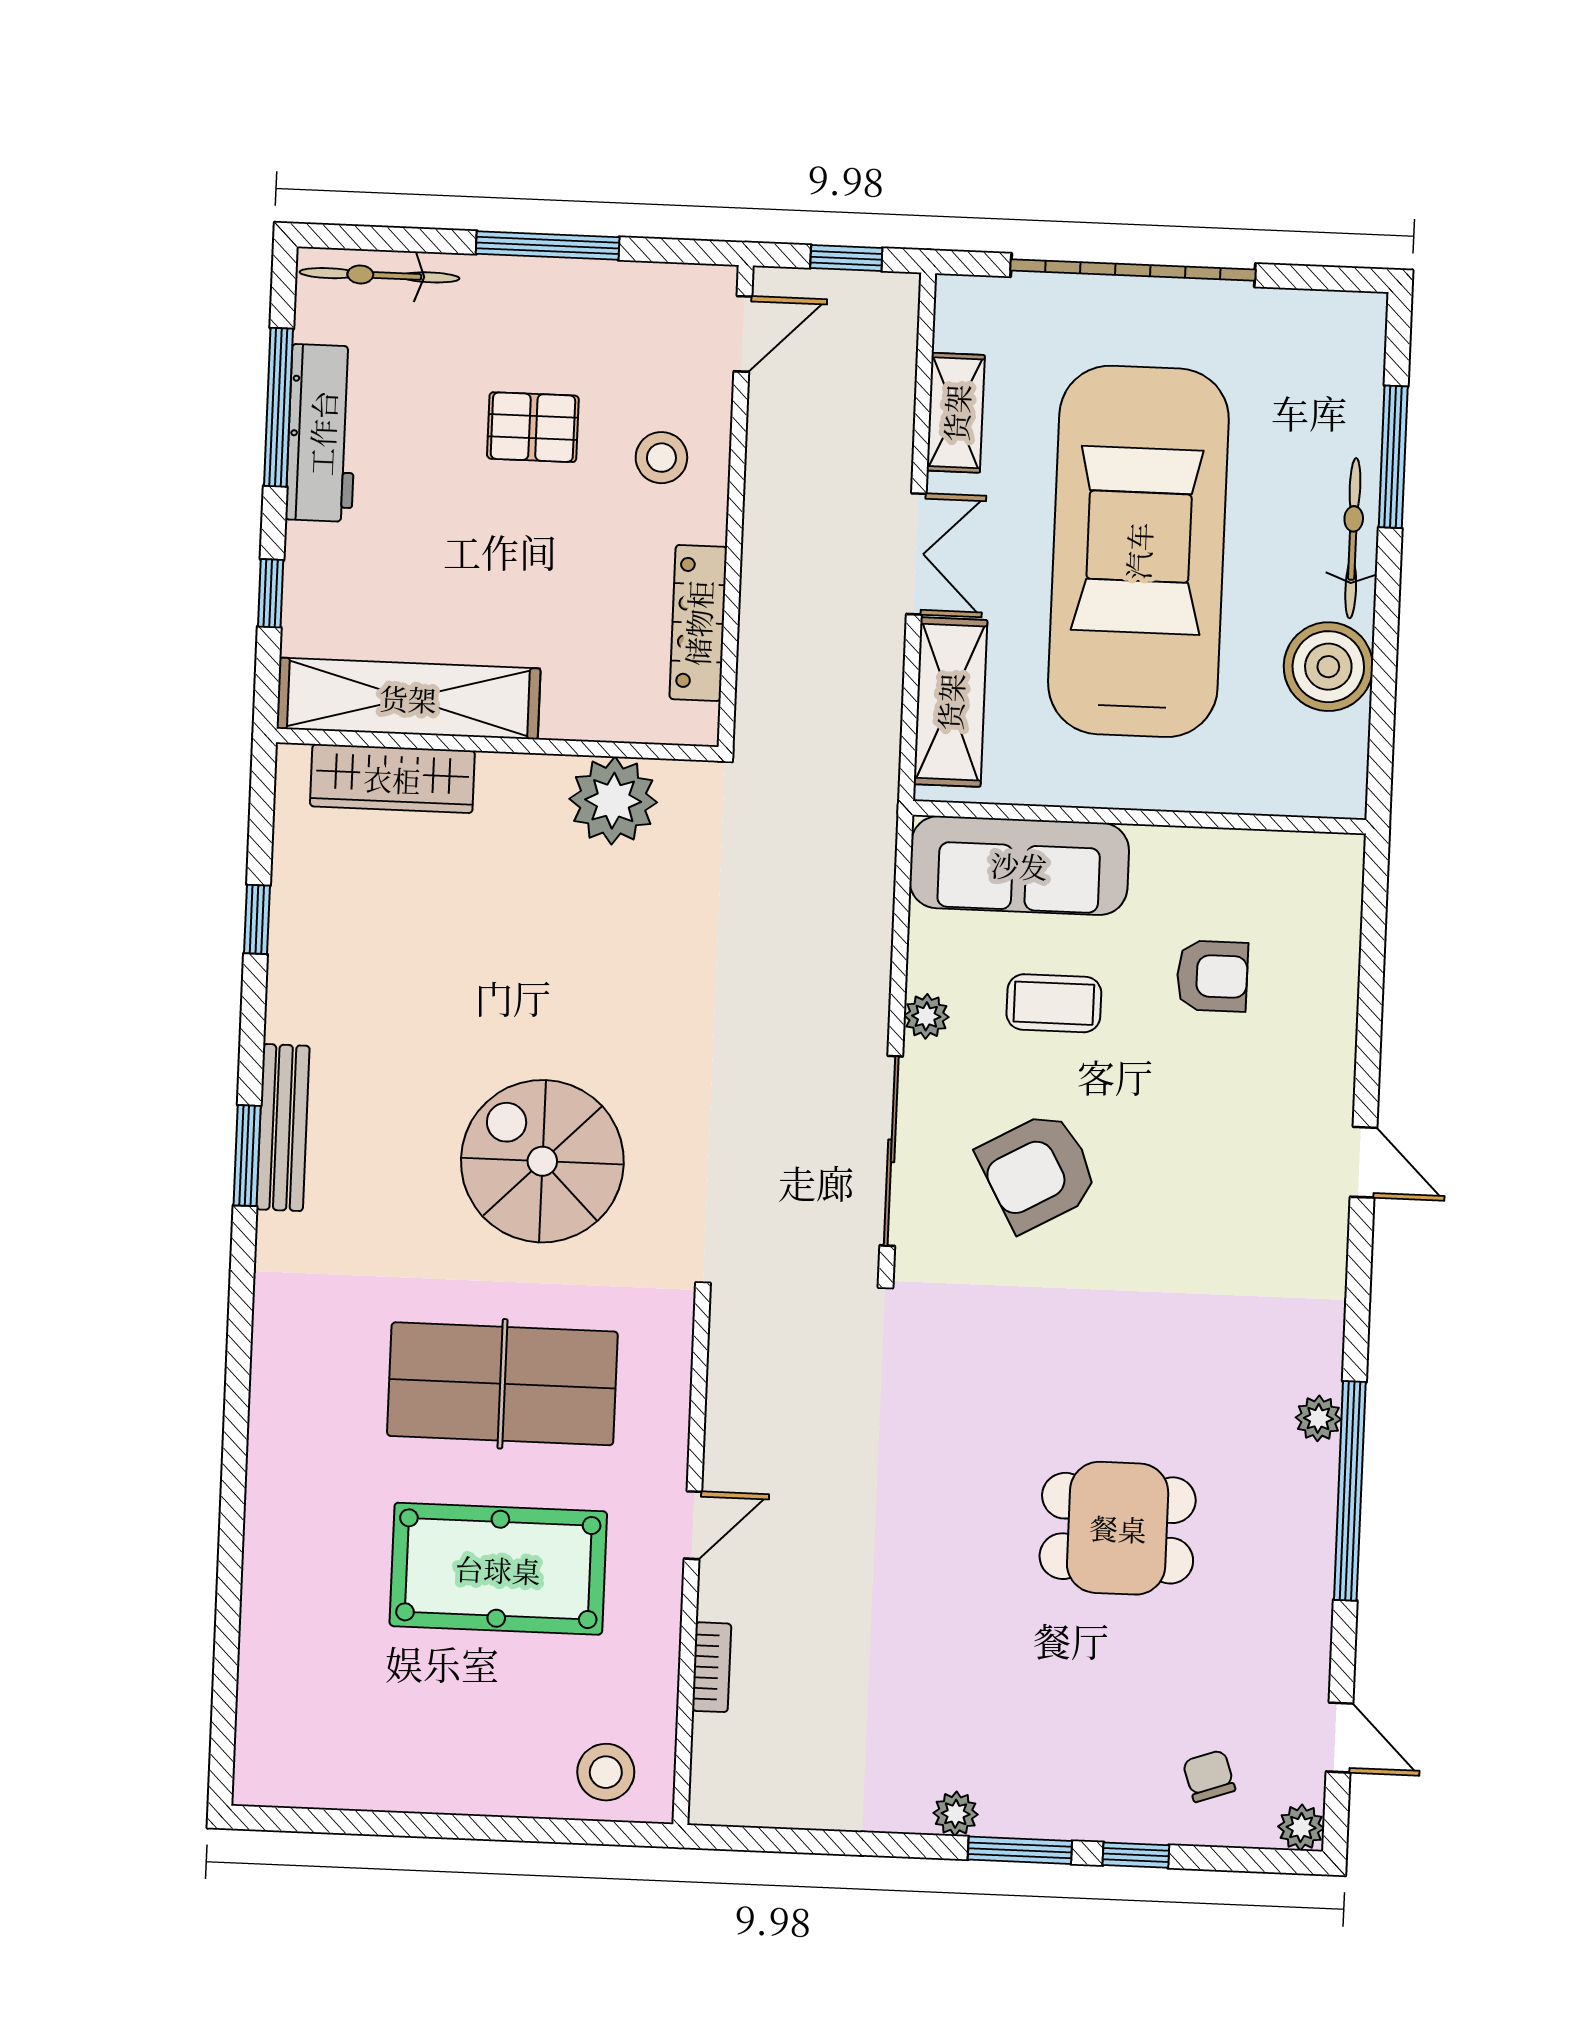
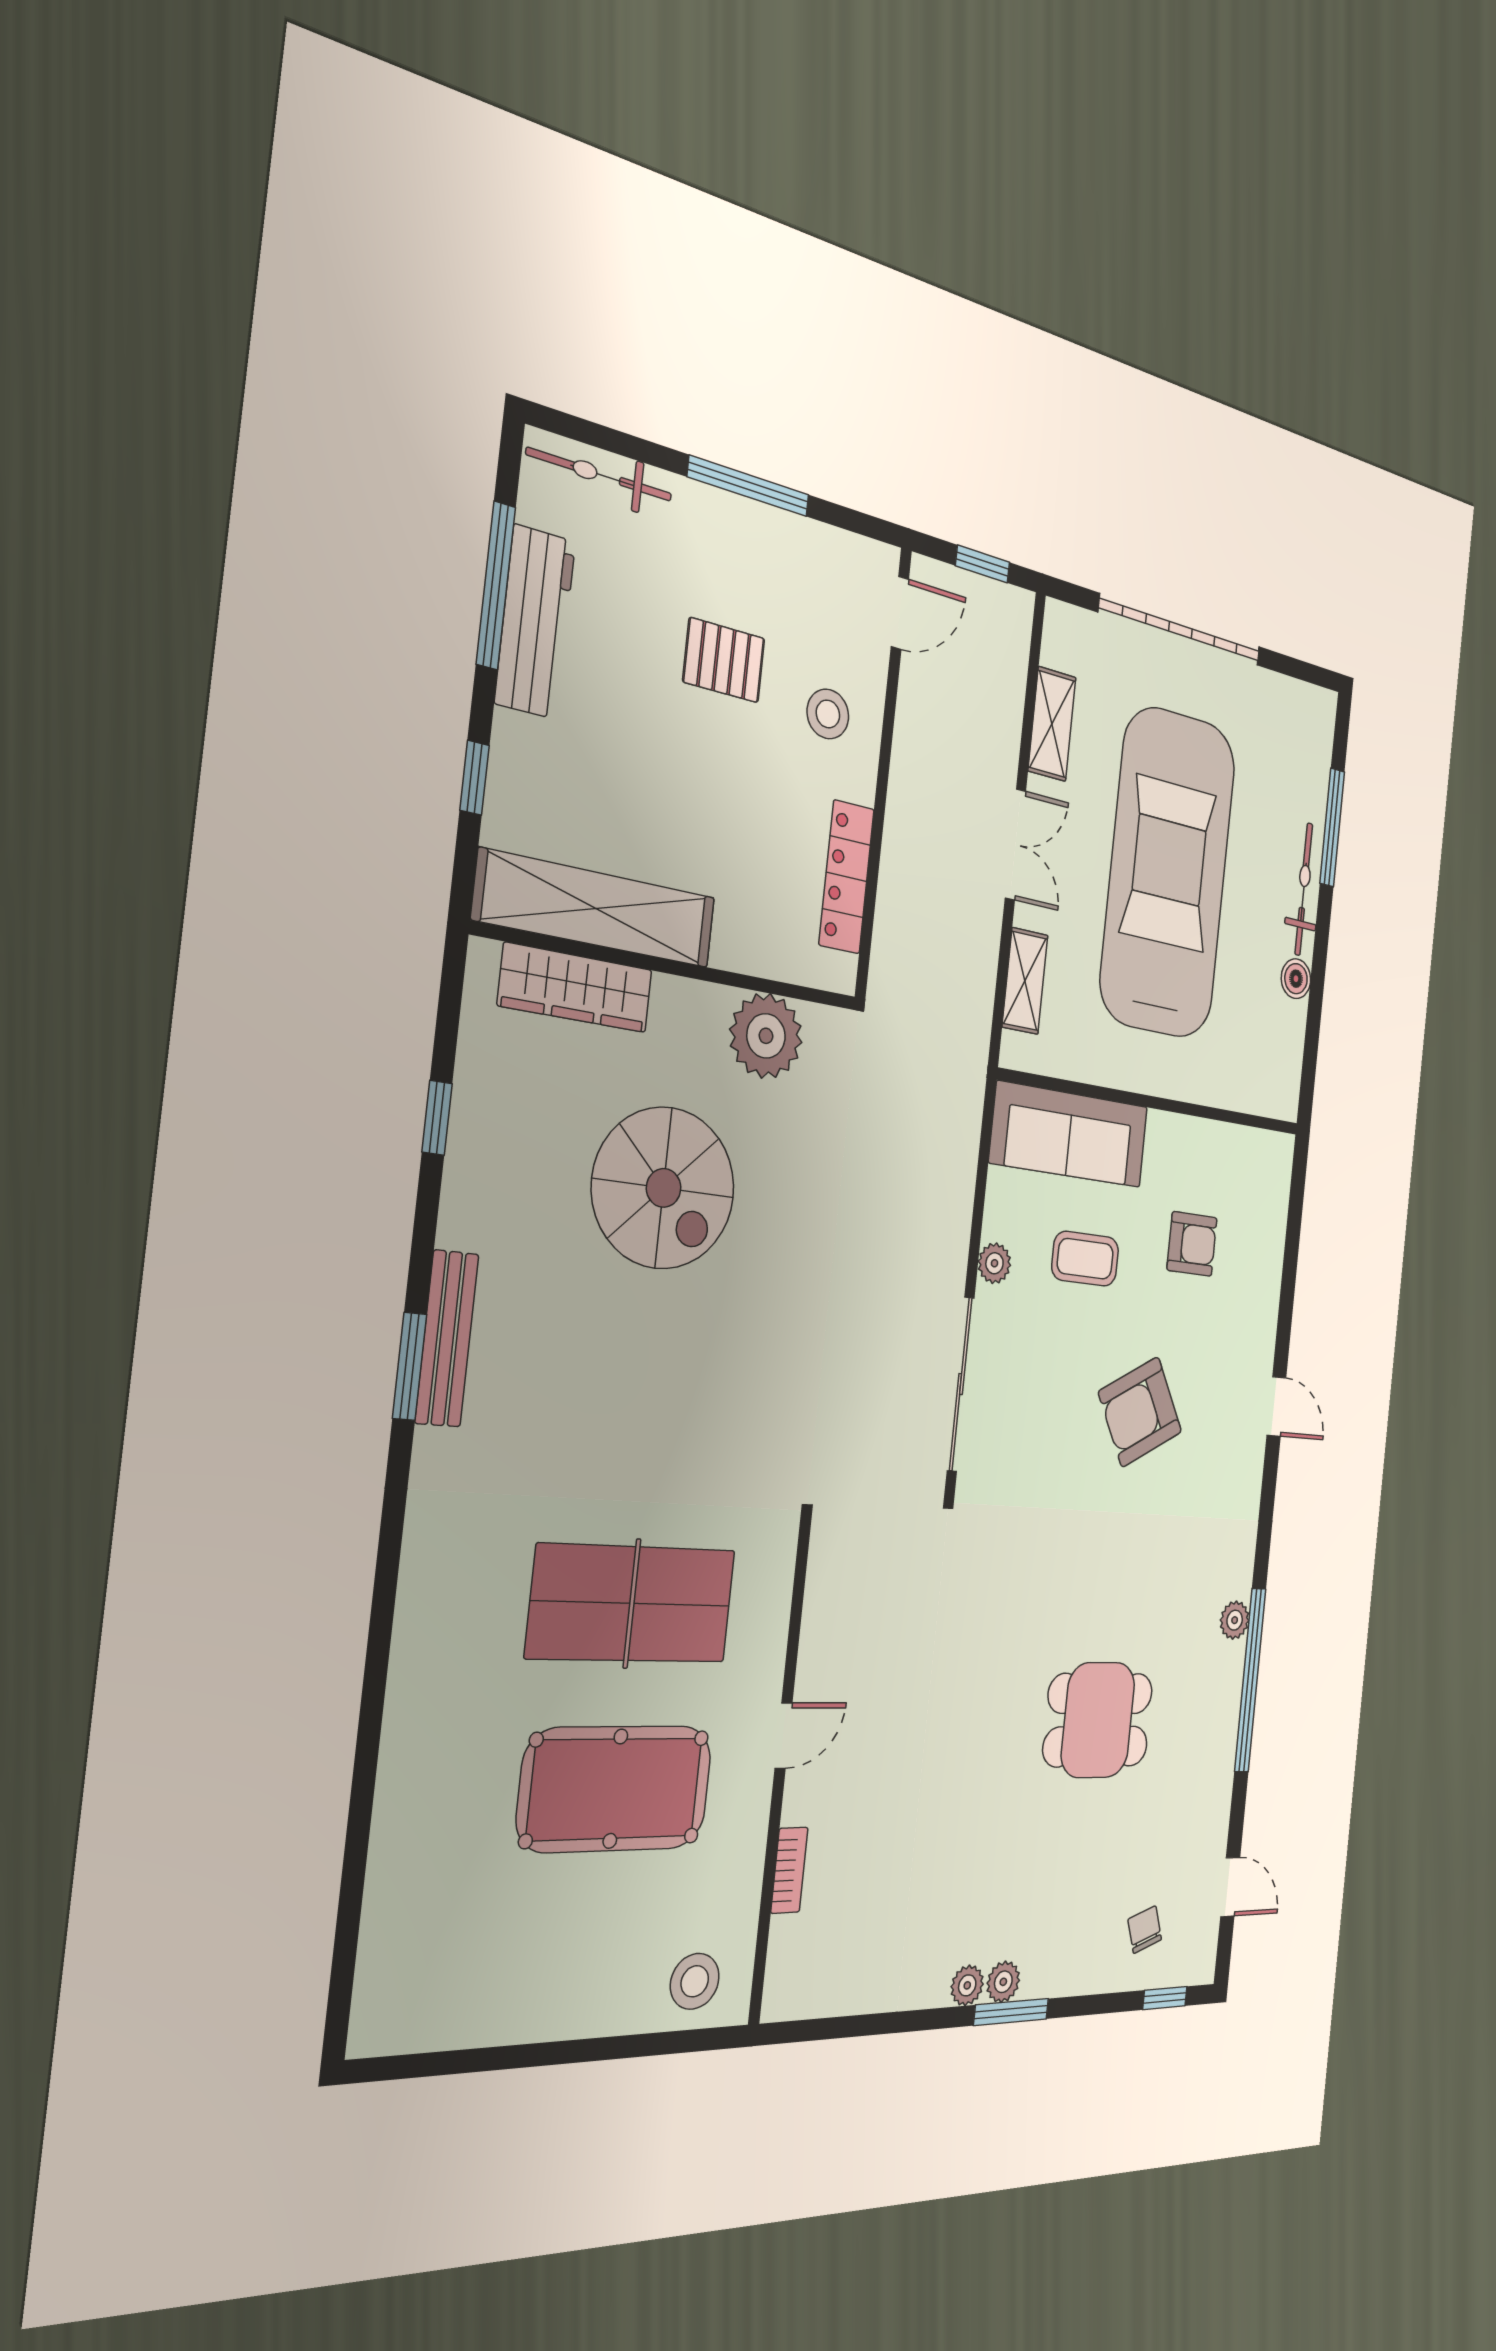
boiler: (1328, 667) -> (1296, 979), width x0.54, depth x0.54
shelving: (950, 702) -> (1025, 981), width x0.67, depth x0.75
spiral stairs: (542, 1161) -> (664, 1188), moved, turned 180
armchair: (1038, 1171) -> (1140, 1412), moved
plant: (1301, 1827) -> (1003, 1982), moved
window: (1136, 1855) -> (1165, 1998), moved

